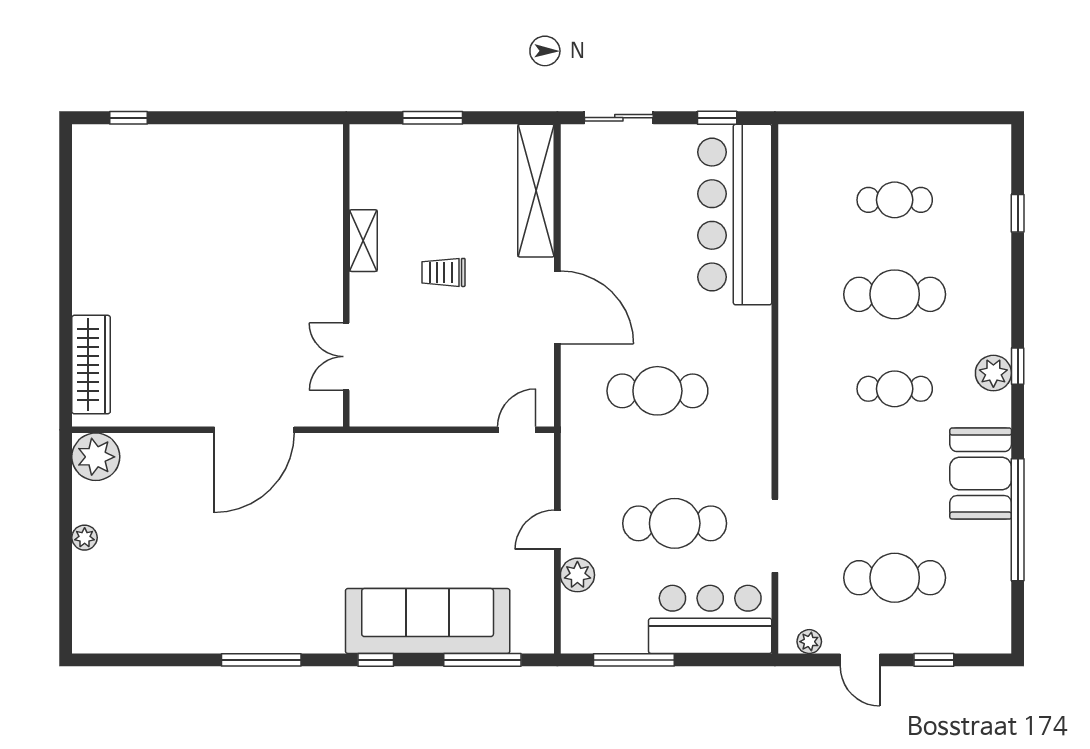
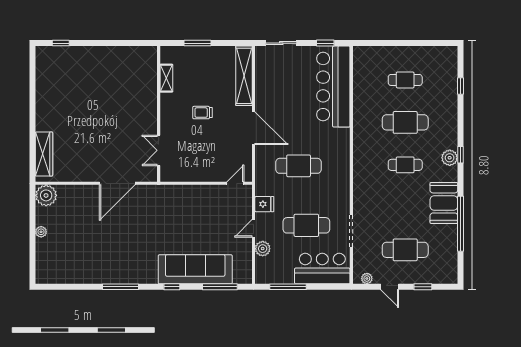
shelving: (363, 241) -> (166, 78), moved
fridge: (581, 476) -> (264, 204), added

